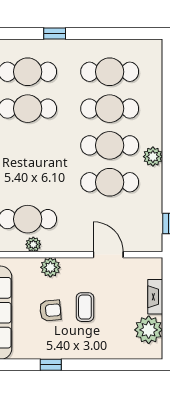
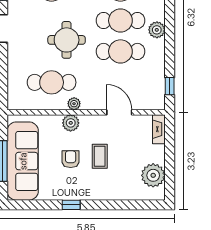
round table: (45, 169) -> (67, 40), added
plant: (33, 244) -> (74, 104), moved
fireplace: (155, 297) -> (159, 129), moved
armchair: (50, 310) -> (71, 159), turned -85

